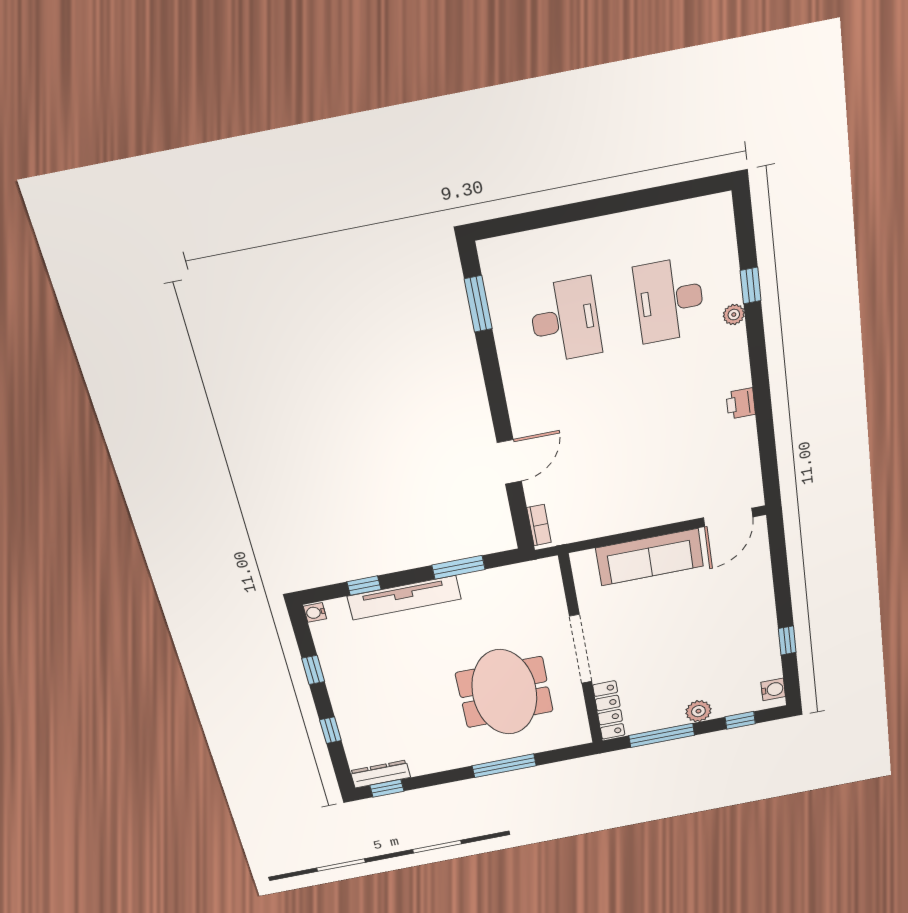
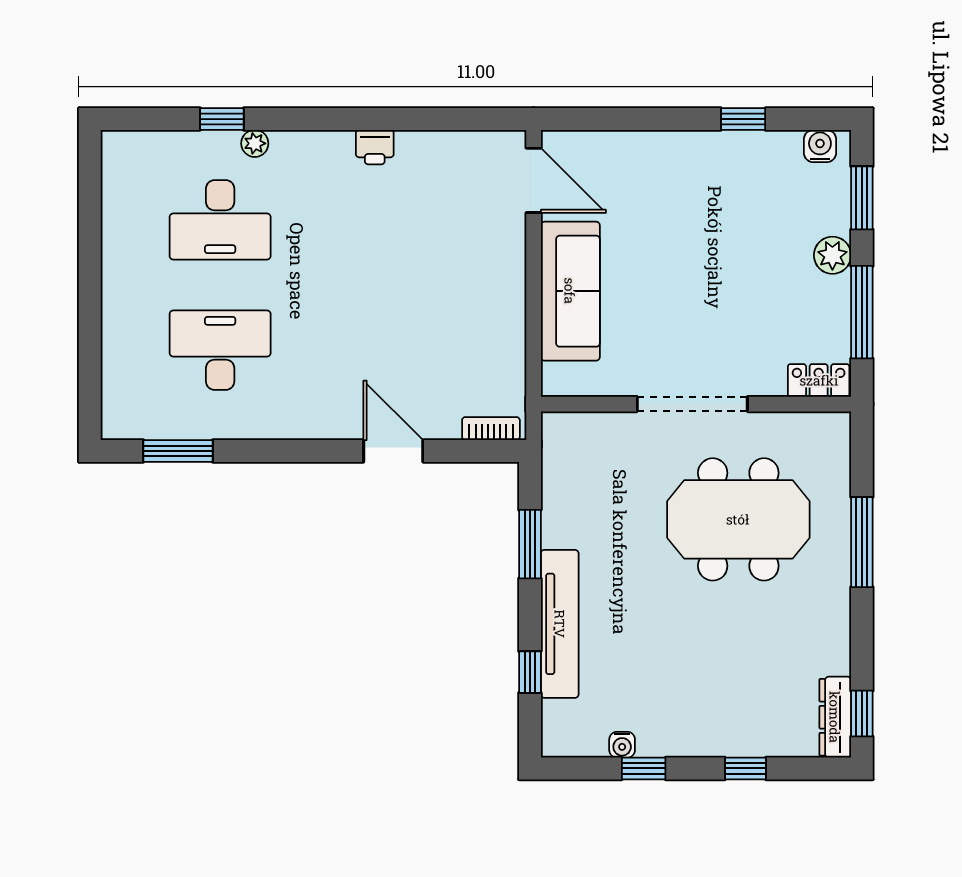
water cooler: (315, 612) -> (622, 745), moved
locker: (609, 710) -> (819, 380), width x0.66
window: (740, 720) -> (862, 198), width x1.50

